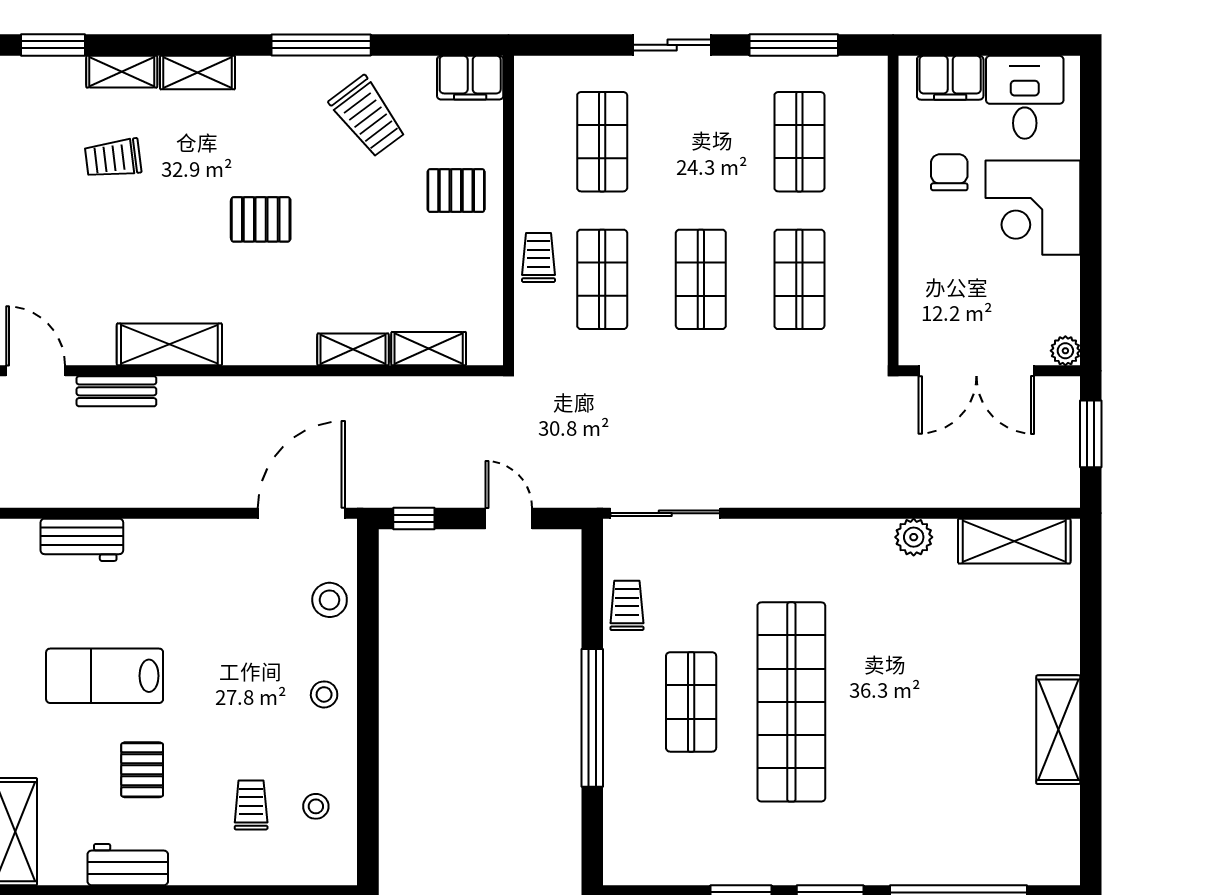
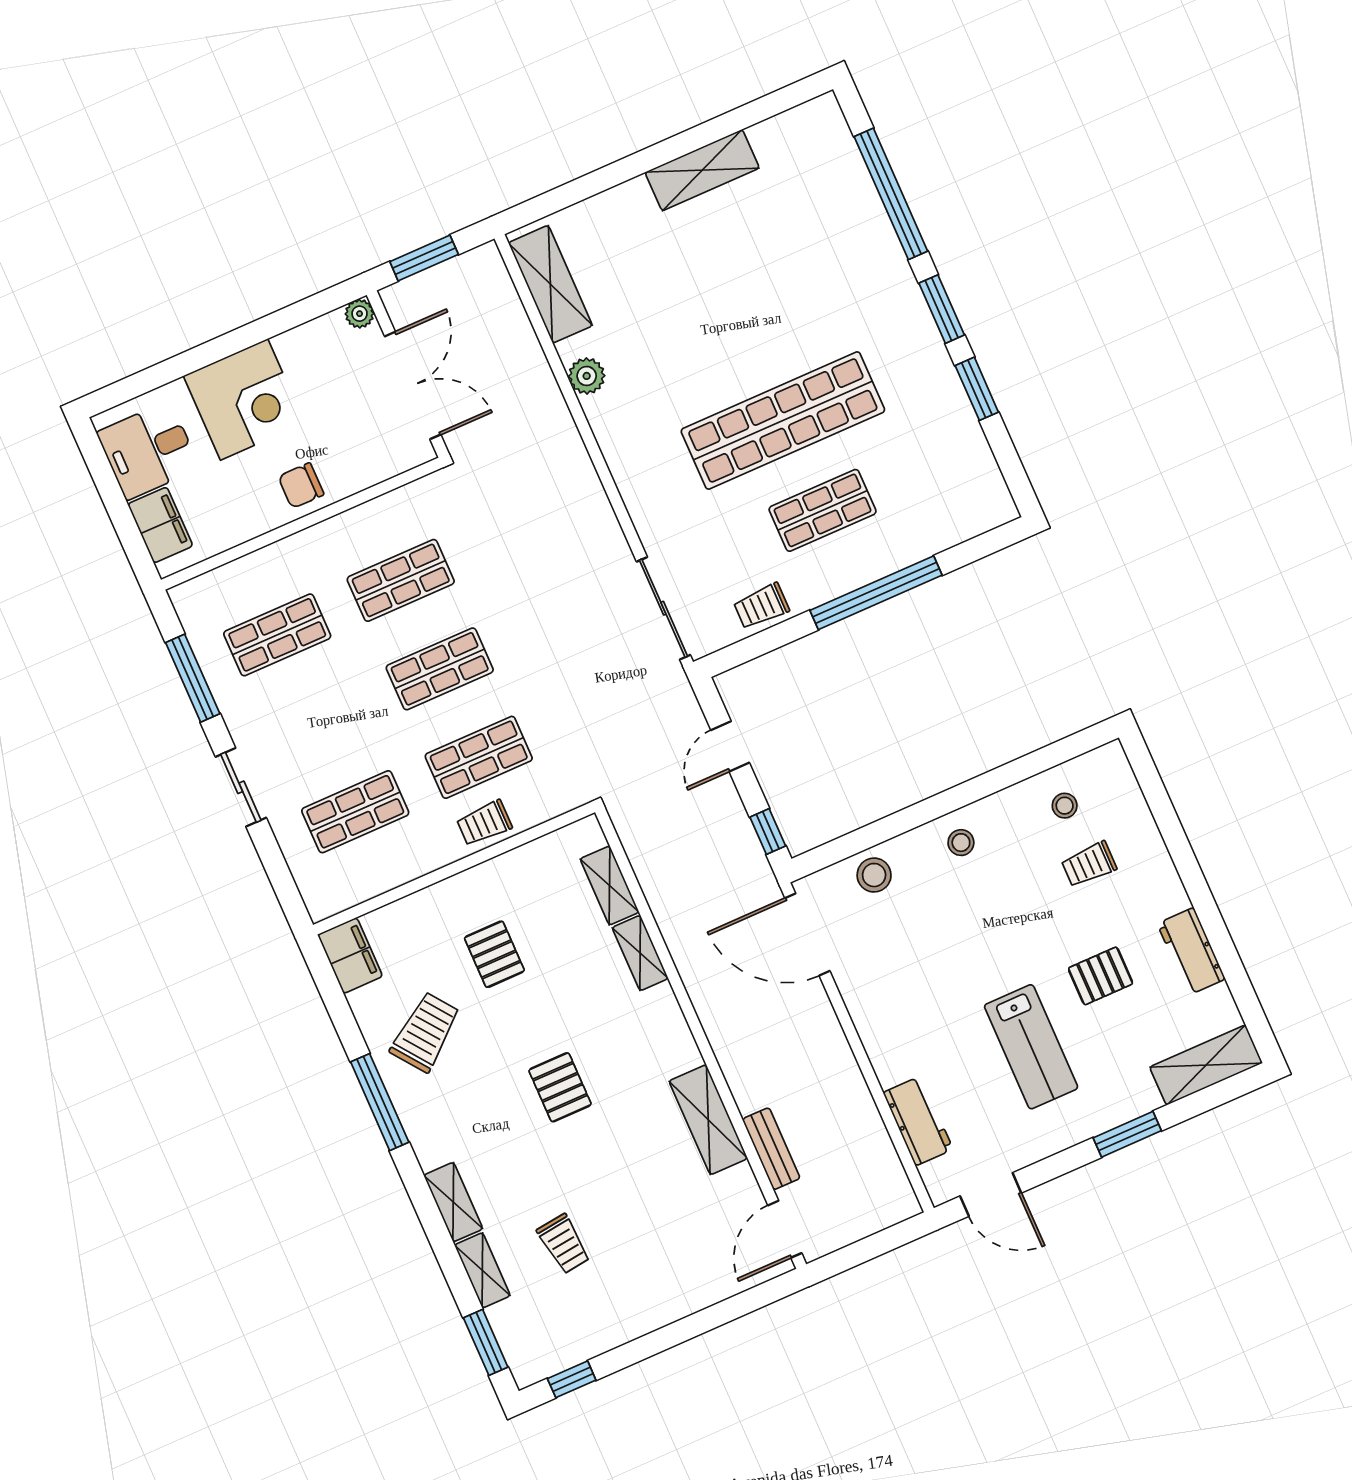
chair: (949, 172) -> (301, 486), moved
pallet: (456, 191) -> (494, 954), moved

